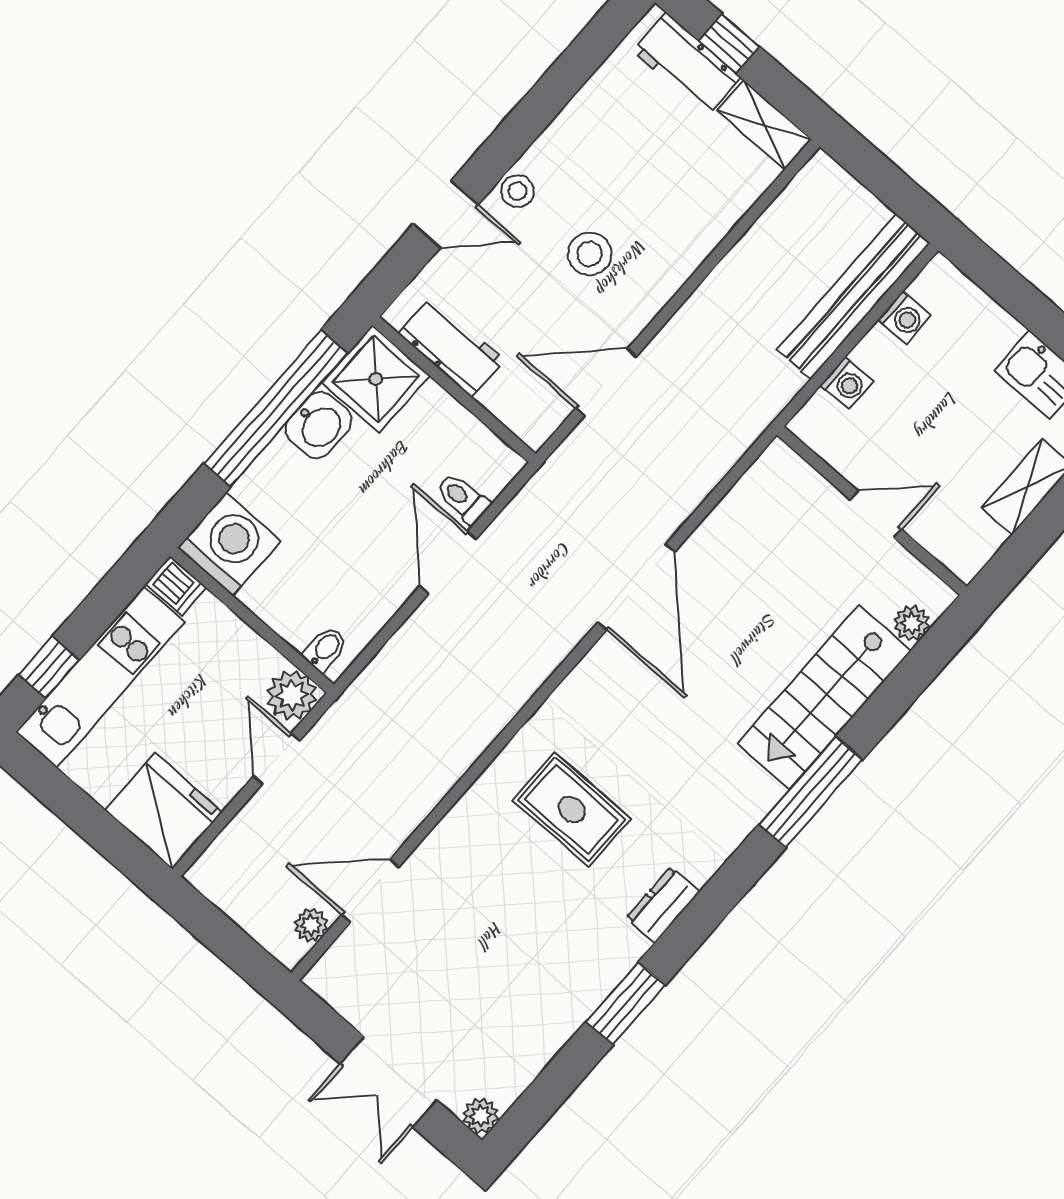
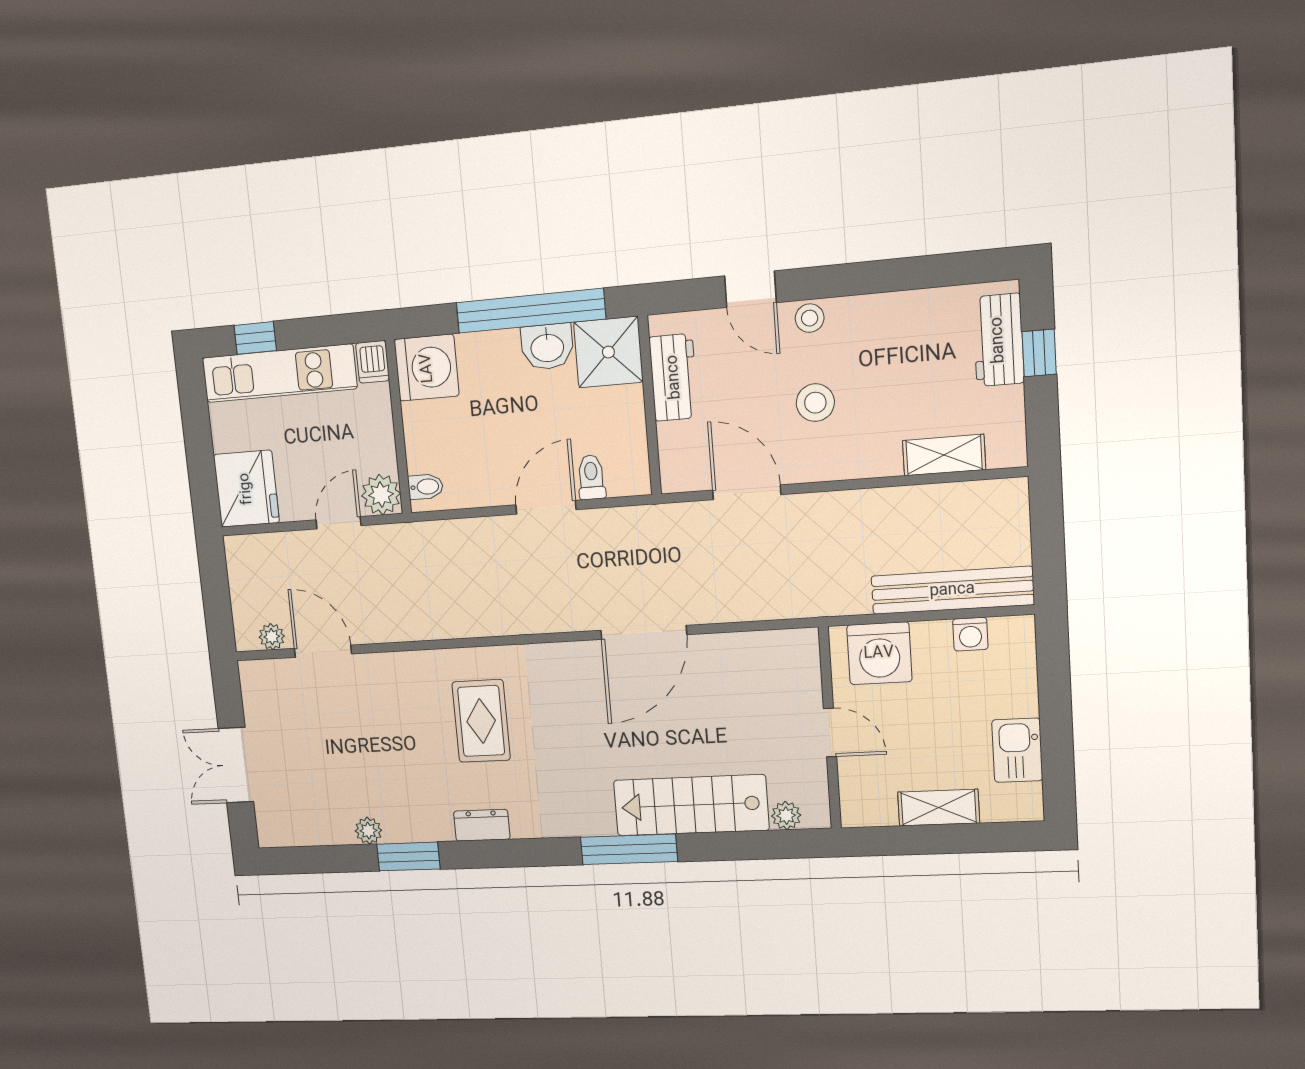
shelving: (764, 125) -> (944, 455), moved, turned 90
washing machine: (847, 383) -> (879, 653), width x1.89, depth x1.89
plant: (481, 1116) -> (368, 831), moved

